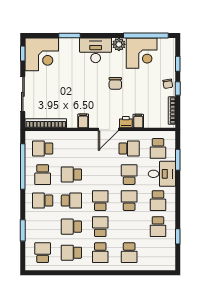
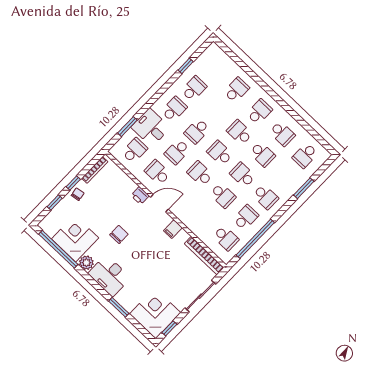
filing cabinet: (138, 121) -> (129, 187), removed
school desk: (100, 175) -> (200, 174), added
school desk: (100, 201) -> (220, 153), turned 90
school desk: (100, 227) -> (240, 132), turned 90

